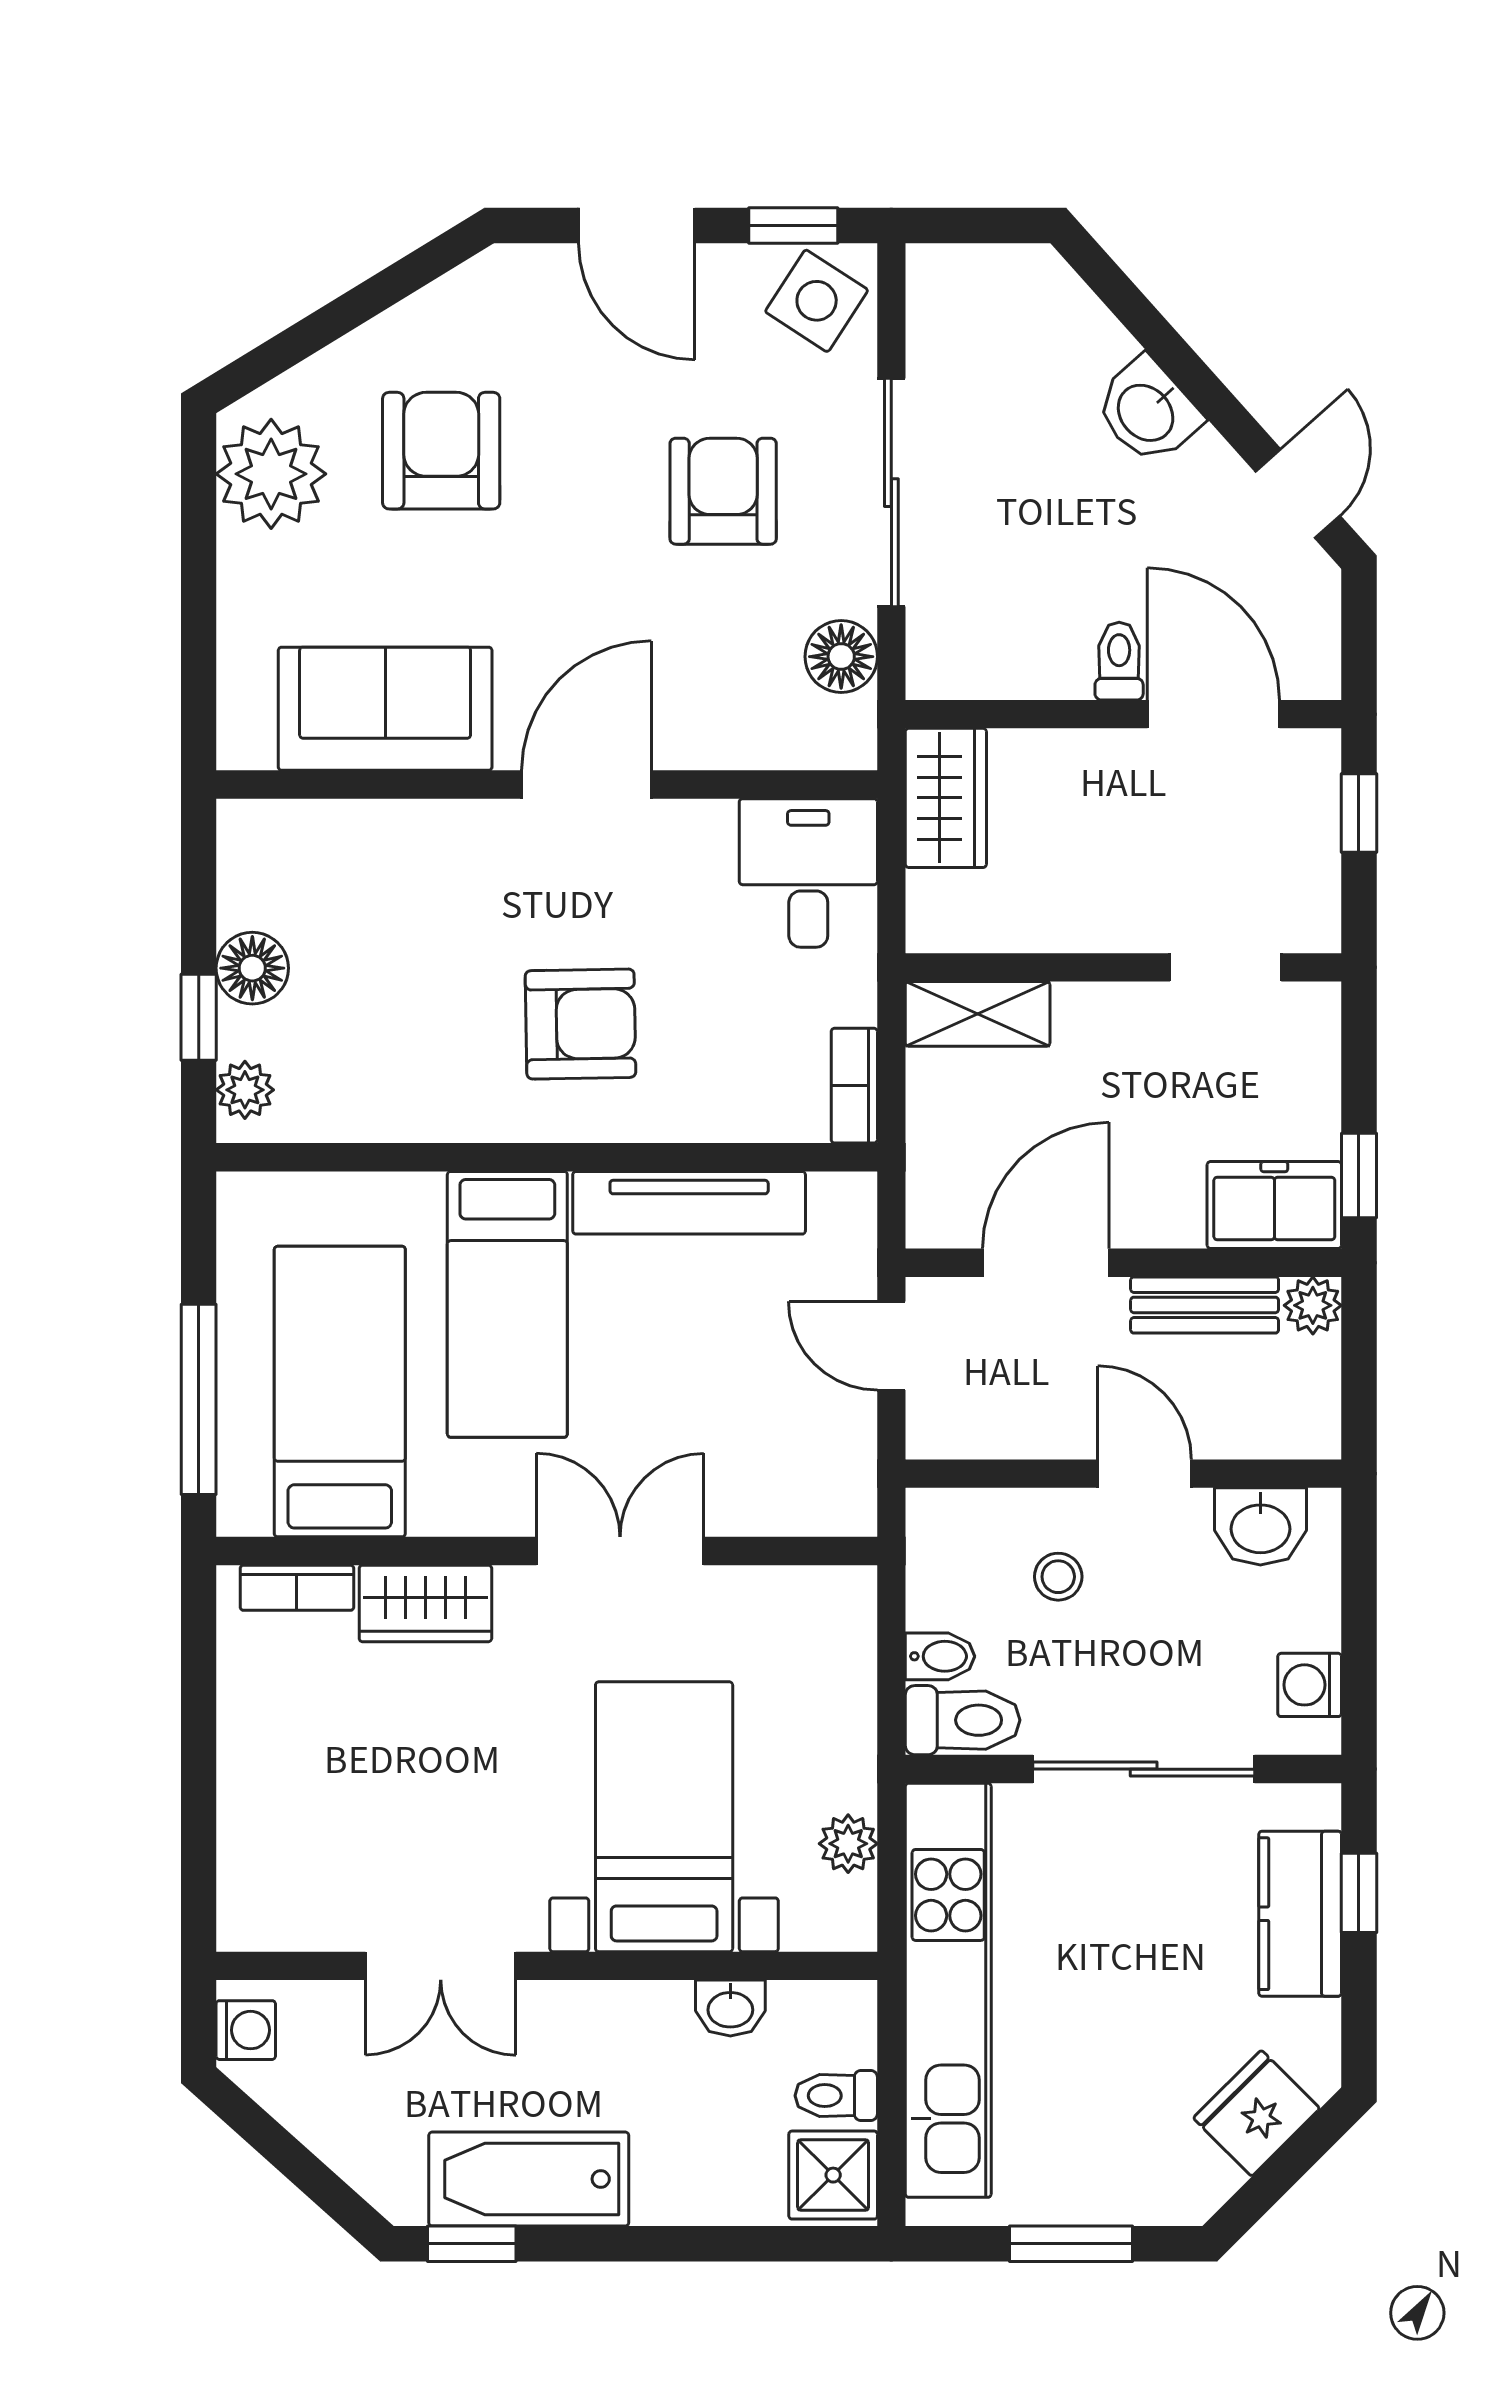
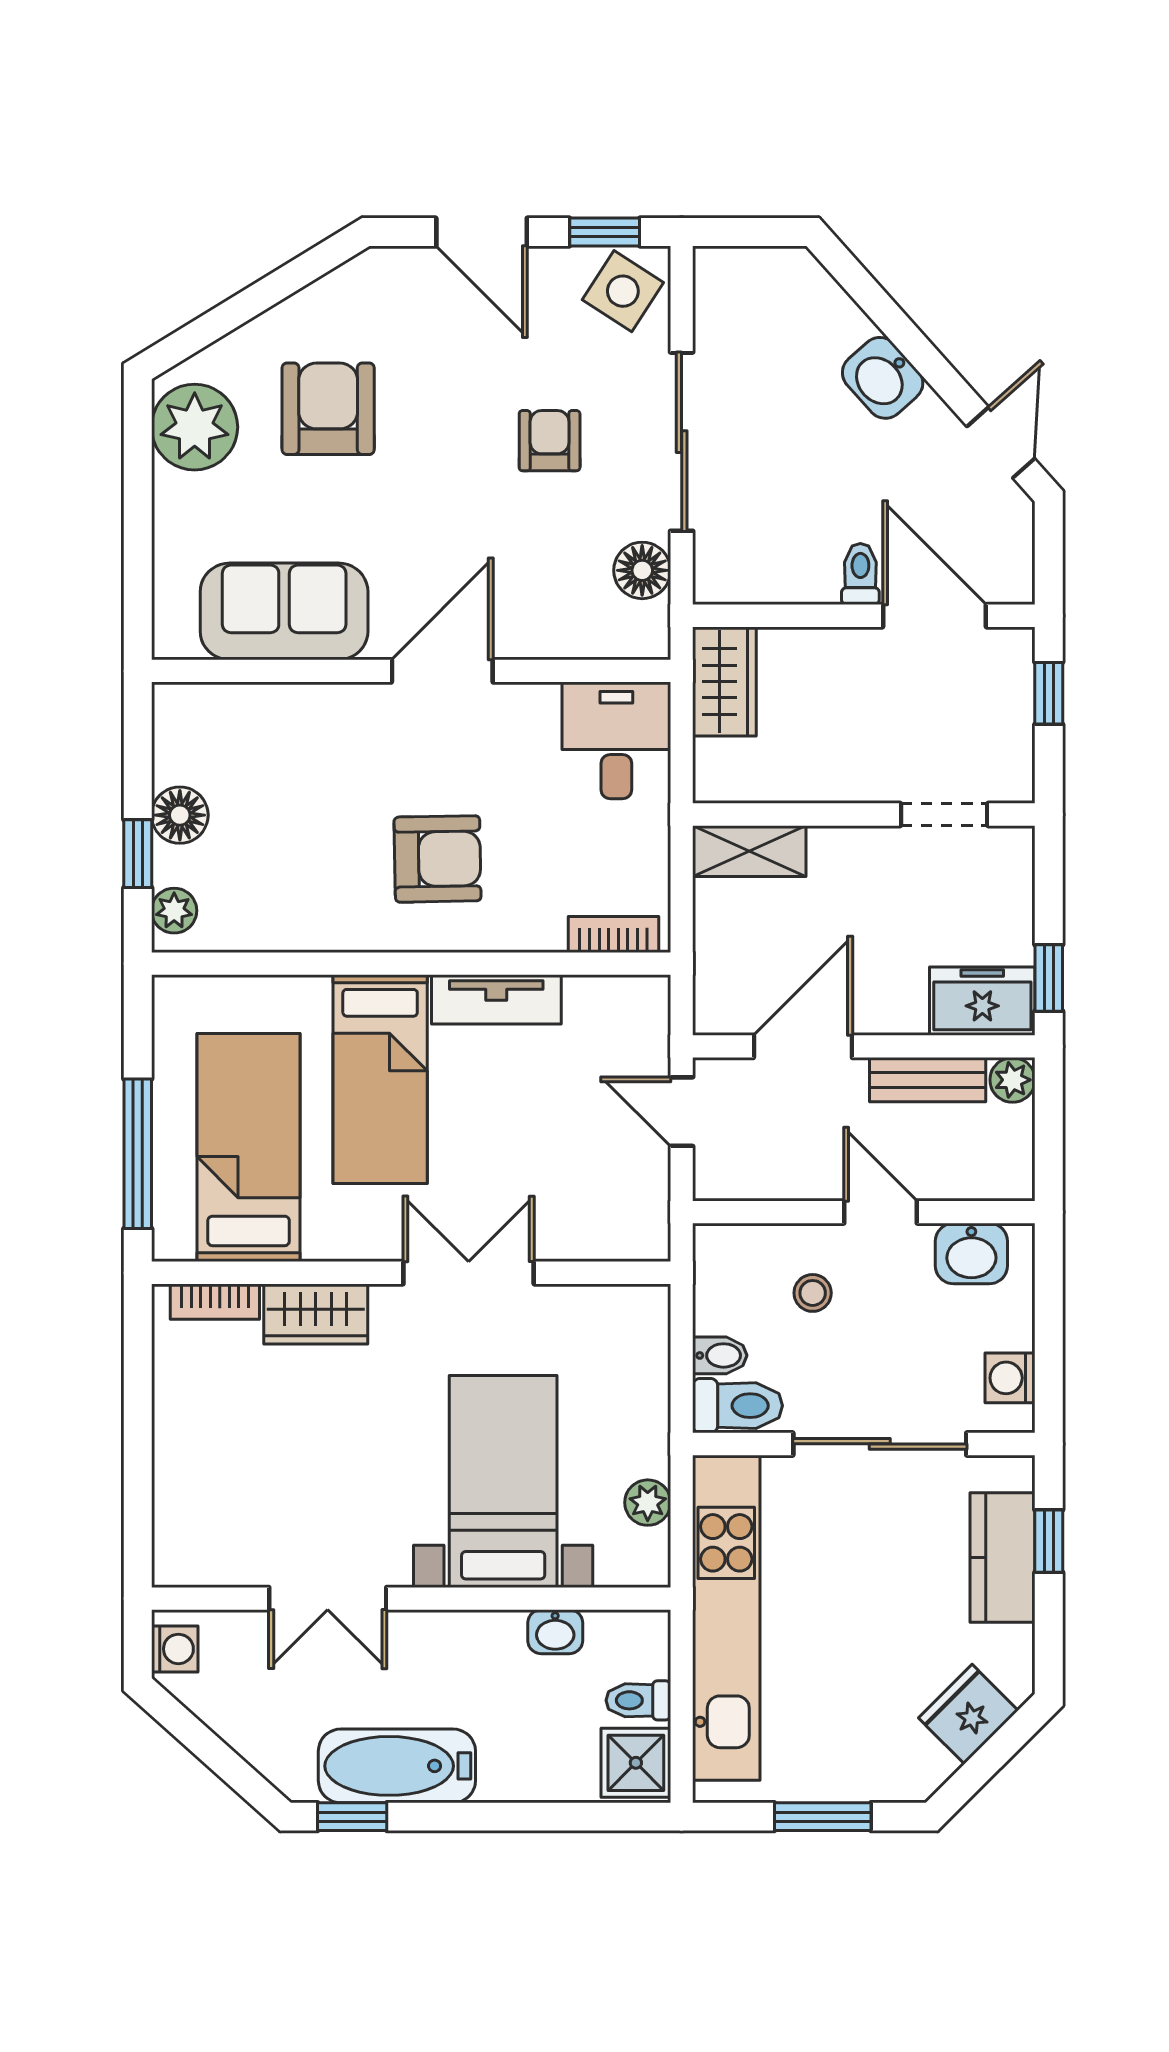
armchair: (723, 491) -> (550, 441), width x0.72, depth x0.72
bookcase: (854, 1086) -> (613, 934), moved, turned 90
tv unit: (689, 1203) -> (496, 999), width x0.71

